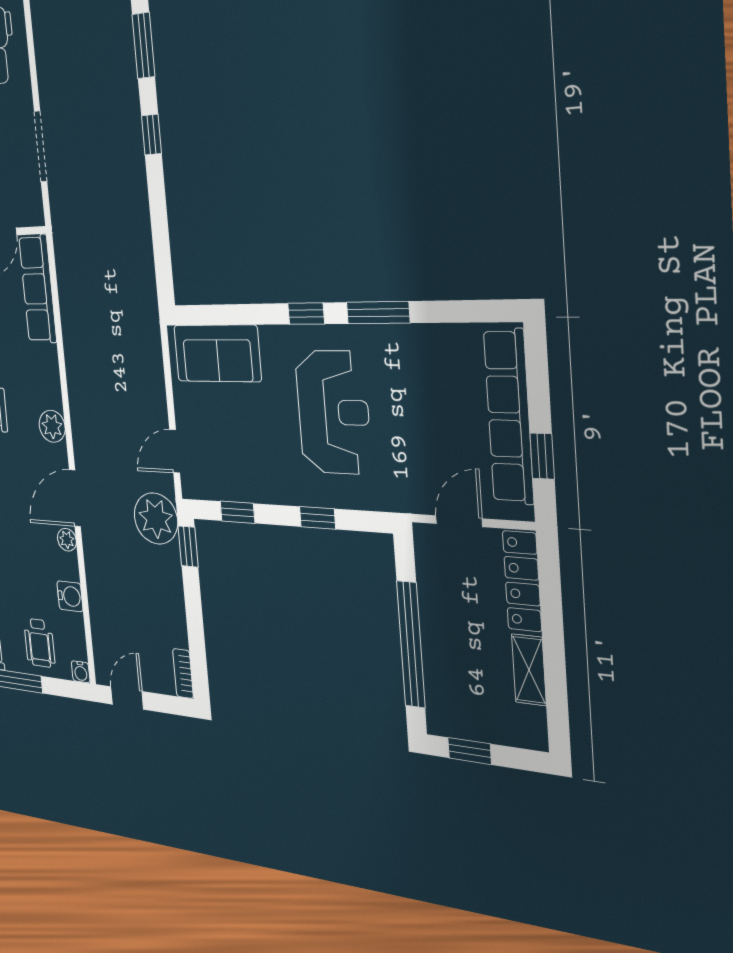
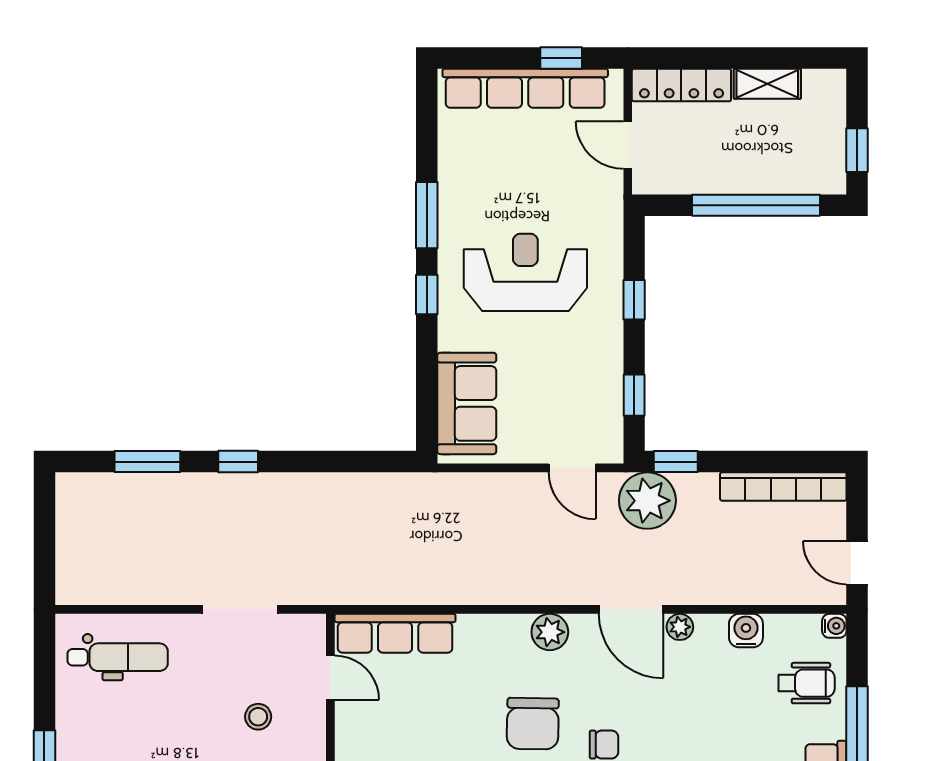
bookcase: (183, 674) -> (783, 486), width x2.31, depth x1.31

